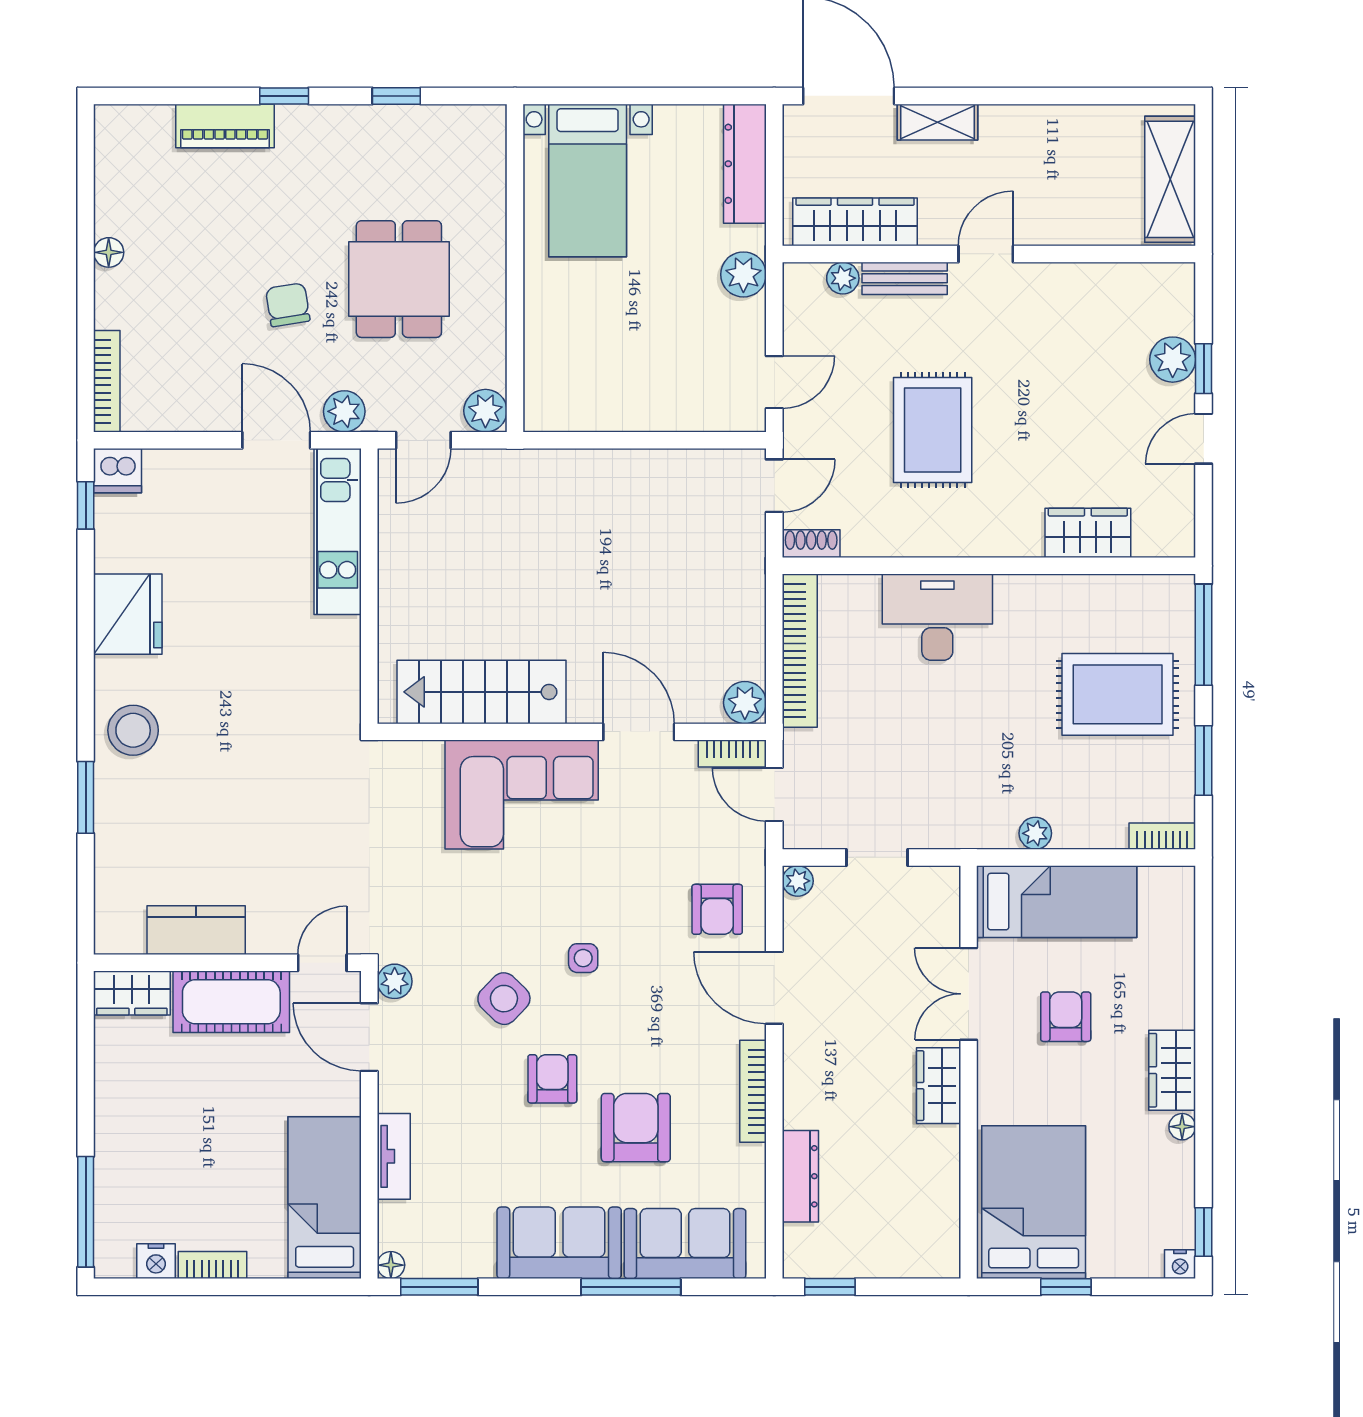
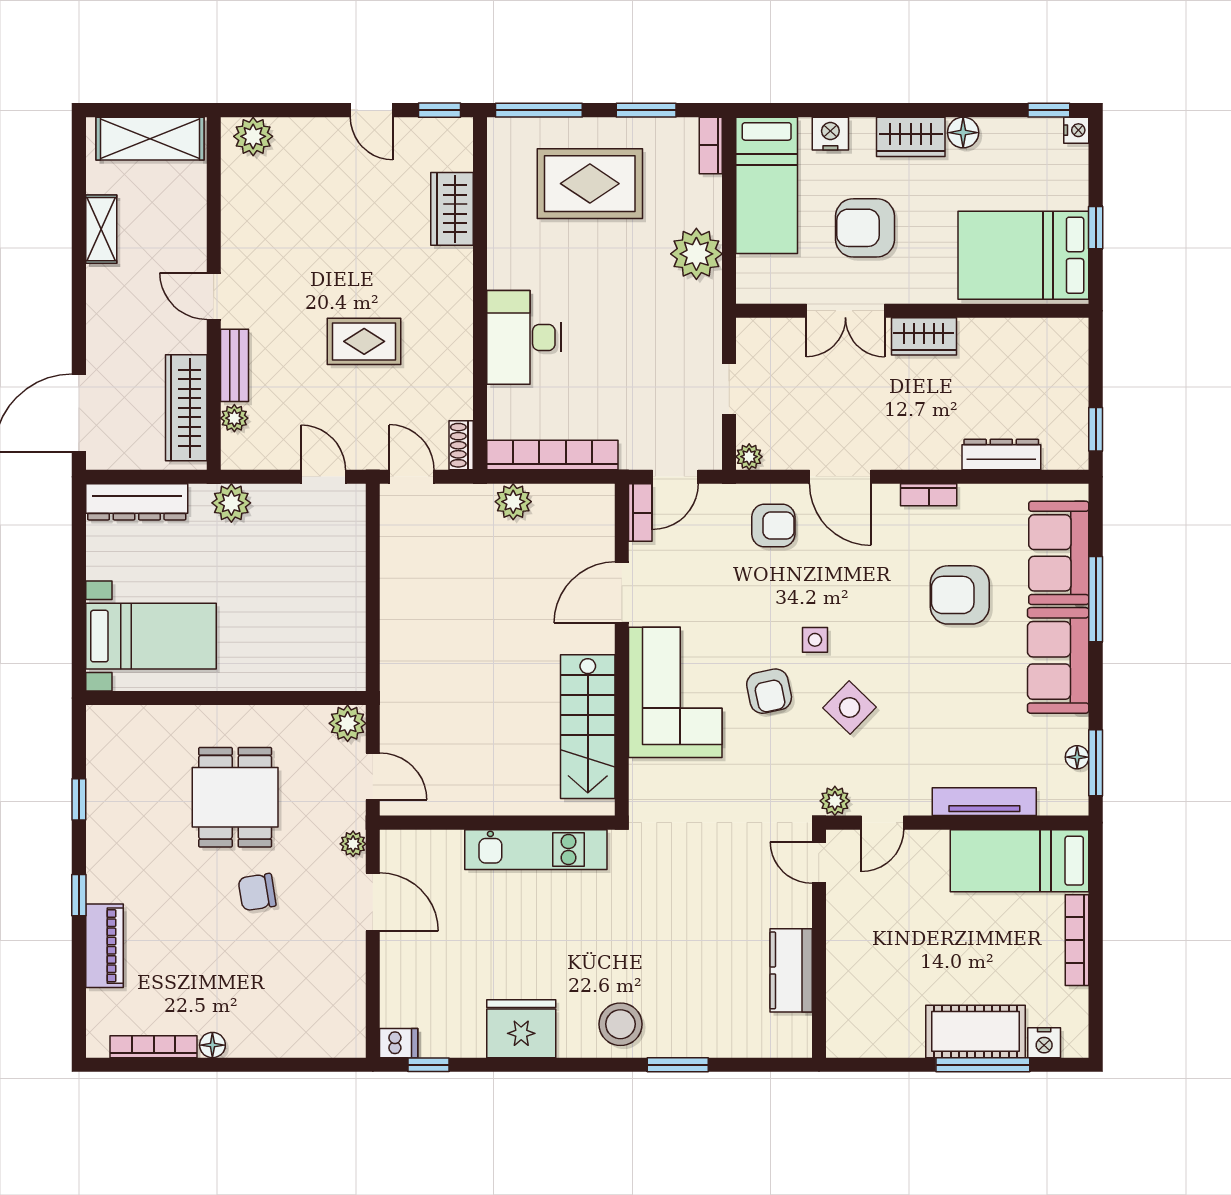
shelving: (937, 122) -> (101, 229), moved
dining table: (399, 279) -> (235, 797), turned 90
plant: (1173, 360) -> (253, 136), moved
window: (1204, 369) -> (440, 110), moved
bookcase: (107, 381) -> (154, 1047), moved
plant: (344, 411) -> (353, 844), width x0.73, depth x0.73
rug: (933, 430) -> (364, 341), width x0.73, depth x0.70
door: (276, 440) -> (373, 902), swing flipped
dishwasher: (118, 471) -> (399, 1043), width x0.73
kitchen unit: (338, 532) -> (536, 850), moved
rug: (1118, 694) -> (590, 184), turned 90
plant: (745, 703) -> (513, 502), moved
plant: (1035, 833) -> (696, 254), width x1.87, depth x1.87
bed: (1057, 902) -> (767, 185), moved, turned 180
nightstand: (1176, 976) -> (830, 134), added
door: (774, 988) -> (840, 477), hinge flipped
wardrobe: (132, 993) -> (845, 1025), removed
cot: (231, 1002) -> (975, 1031), moved, turned 90
armchair: (1066, 1017) -> (865, 228), width x1.38, depth x1.38
door: (369, 1037) -> (882, 823), width x0.73
armchair: (552, 1079) -> (769, 691), moved, turned -102
bookcase: (753, 1091) -> (929, 495), width x0.64
floor lamp: (1182, 1127) -> (963, 133), width x1.37, depth x1.37
tv unit: (394, 1156) -> (984, 802), width x1.41
window: (86, 1212) -> (983, 1065), moved
nightstand: (156, 1261) -> (1044, 1043), moved, turned 90
bookcase: (212, 1265) -> (1077, 940), width x1.56
floor lamp: (391, 1265) -> (1077, 757), moved

